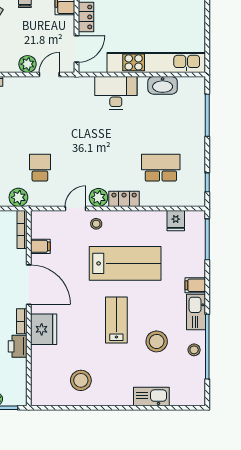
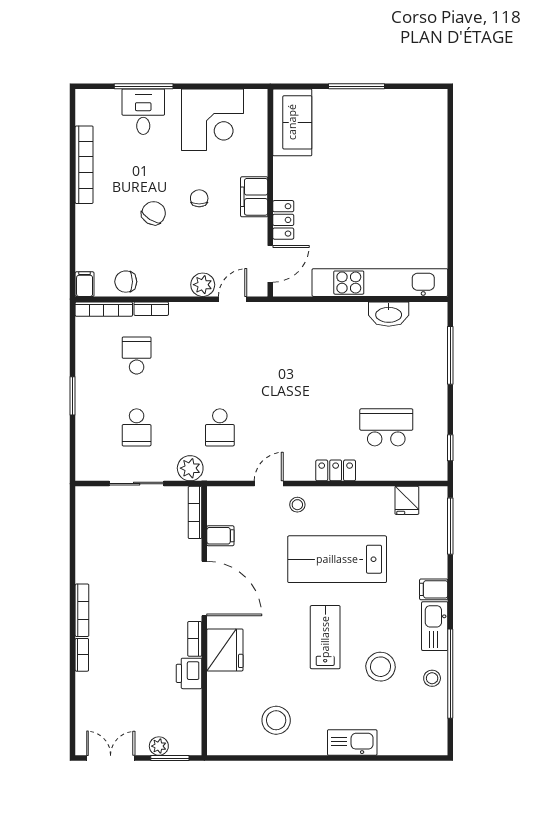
desk: (116, 93) -> (324, 324), removed
school desk: (40, 168) -> (220, 427), turned 180
plant: (98, 197) -> (300, 468), removed
lab bench: (125, 263) -> (337, 559), turned 180
kitchen sink: (151, 397) -> (352, 742), moved

